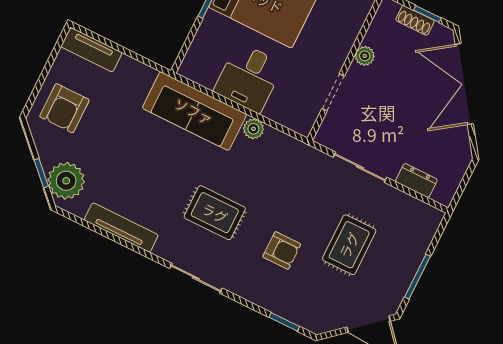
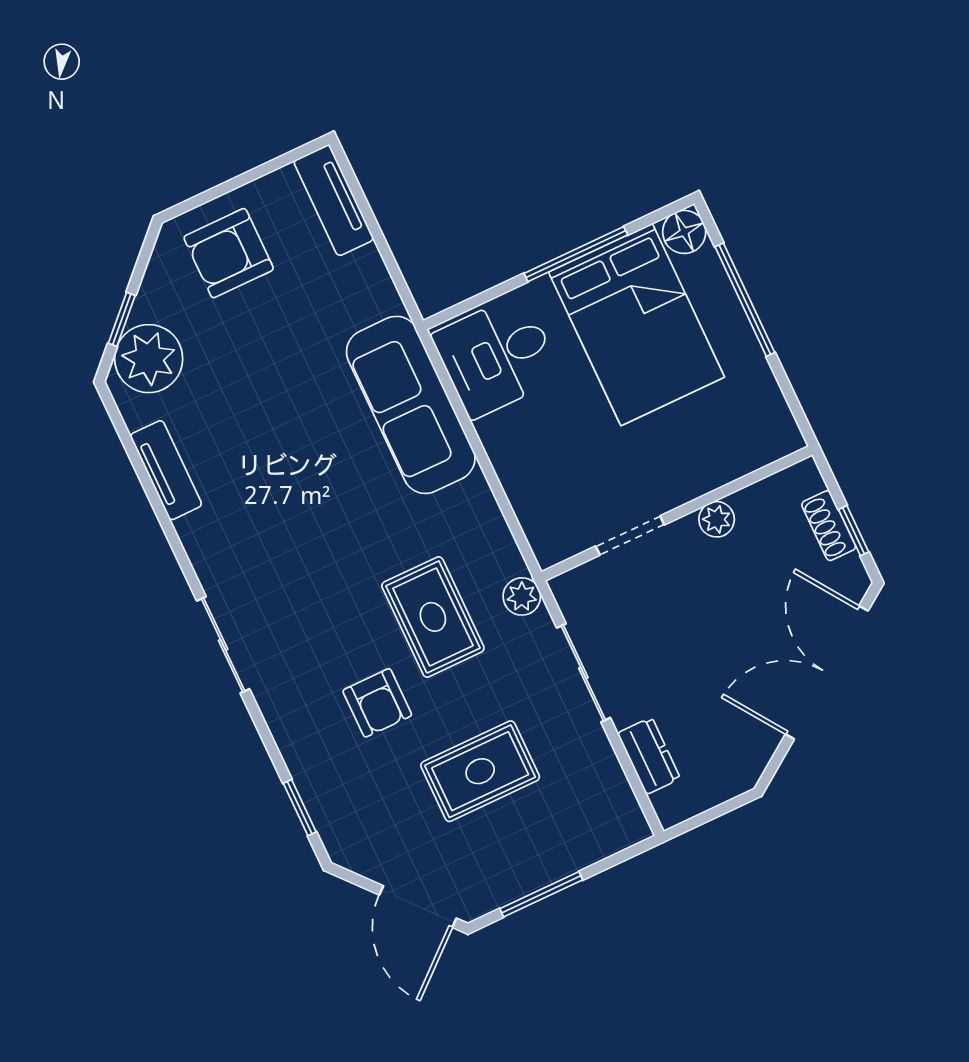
desk: (249, 78) -> (497, 356), moved
plant: (253, 129) -> (522, 596), moved
rug: (215, 213) -> (433, 617), moved
tv unit: (121, 227) -> (166, 470), width x0.71

